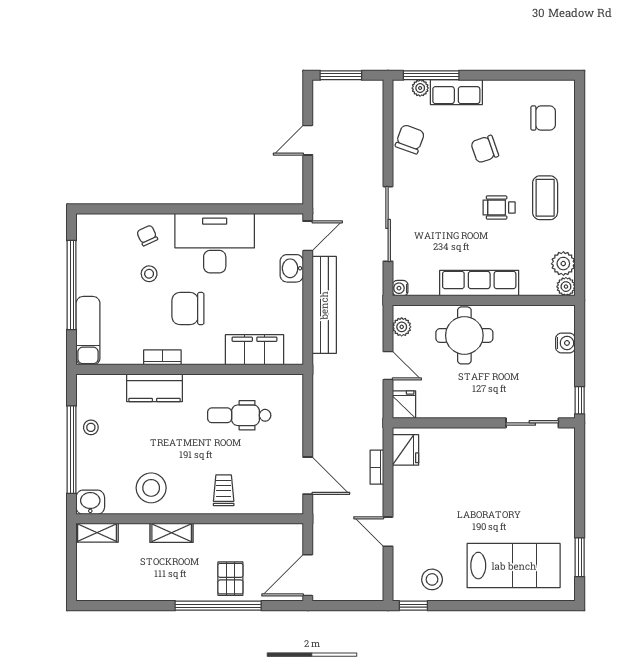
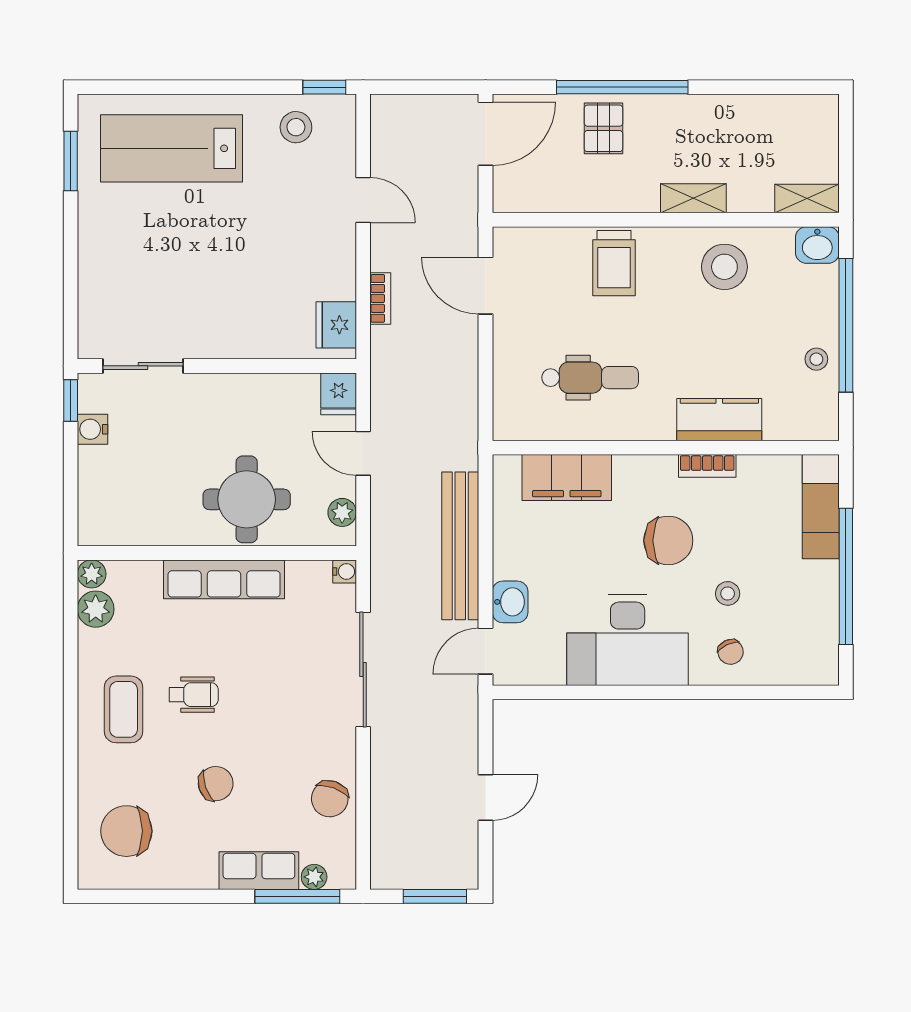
chair: (543, 118) -> (126, 831), width x1.37, depth x1.37
water cooler: (565, 343) -> (93, 429), moved
trolley: (224, 490) -> (614, 263), width x1.36, depth x1.39

